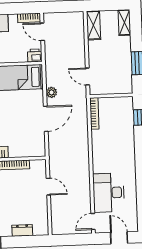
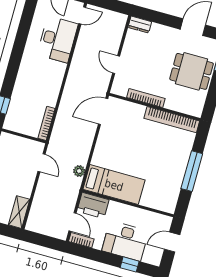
printer: (35, 55) -> (93, 205), width x1.87, depth x1.48
plant: (52, 92) -> (79, 171), moved
door: (46, 119) -> (103, 111), moved
dresser: (22, 230) -> (140, 25), moved

